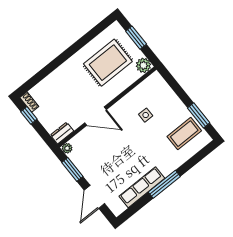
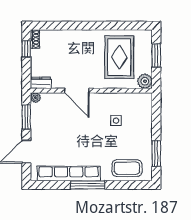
rug: (108, 63) -> (119, 57), turned 90
coffee table: (184, 134) -> (127, 168), moved
row of seats: (142, 187) -> (69, 174), width x1.36

